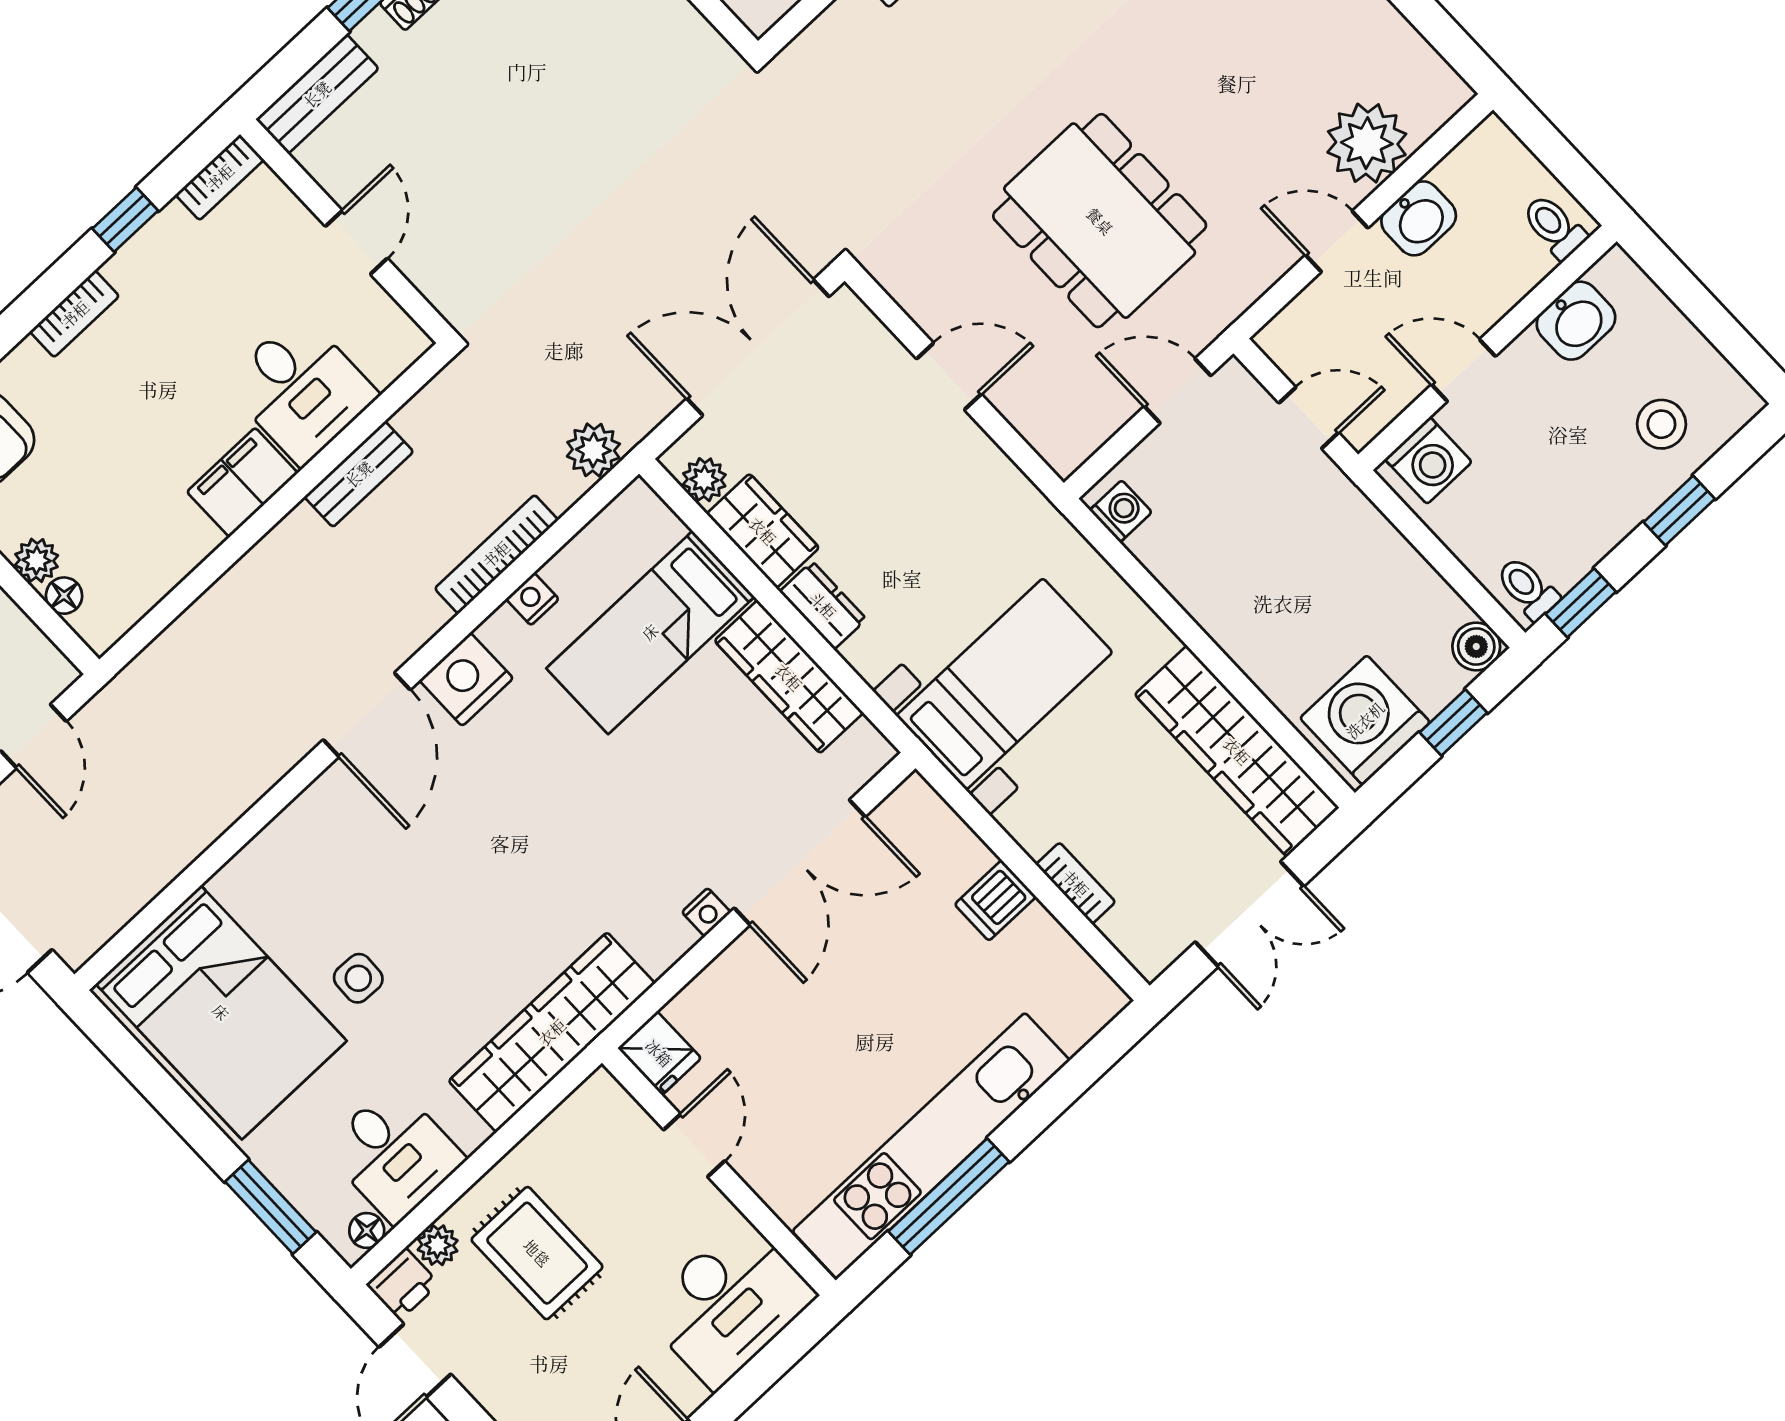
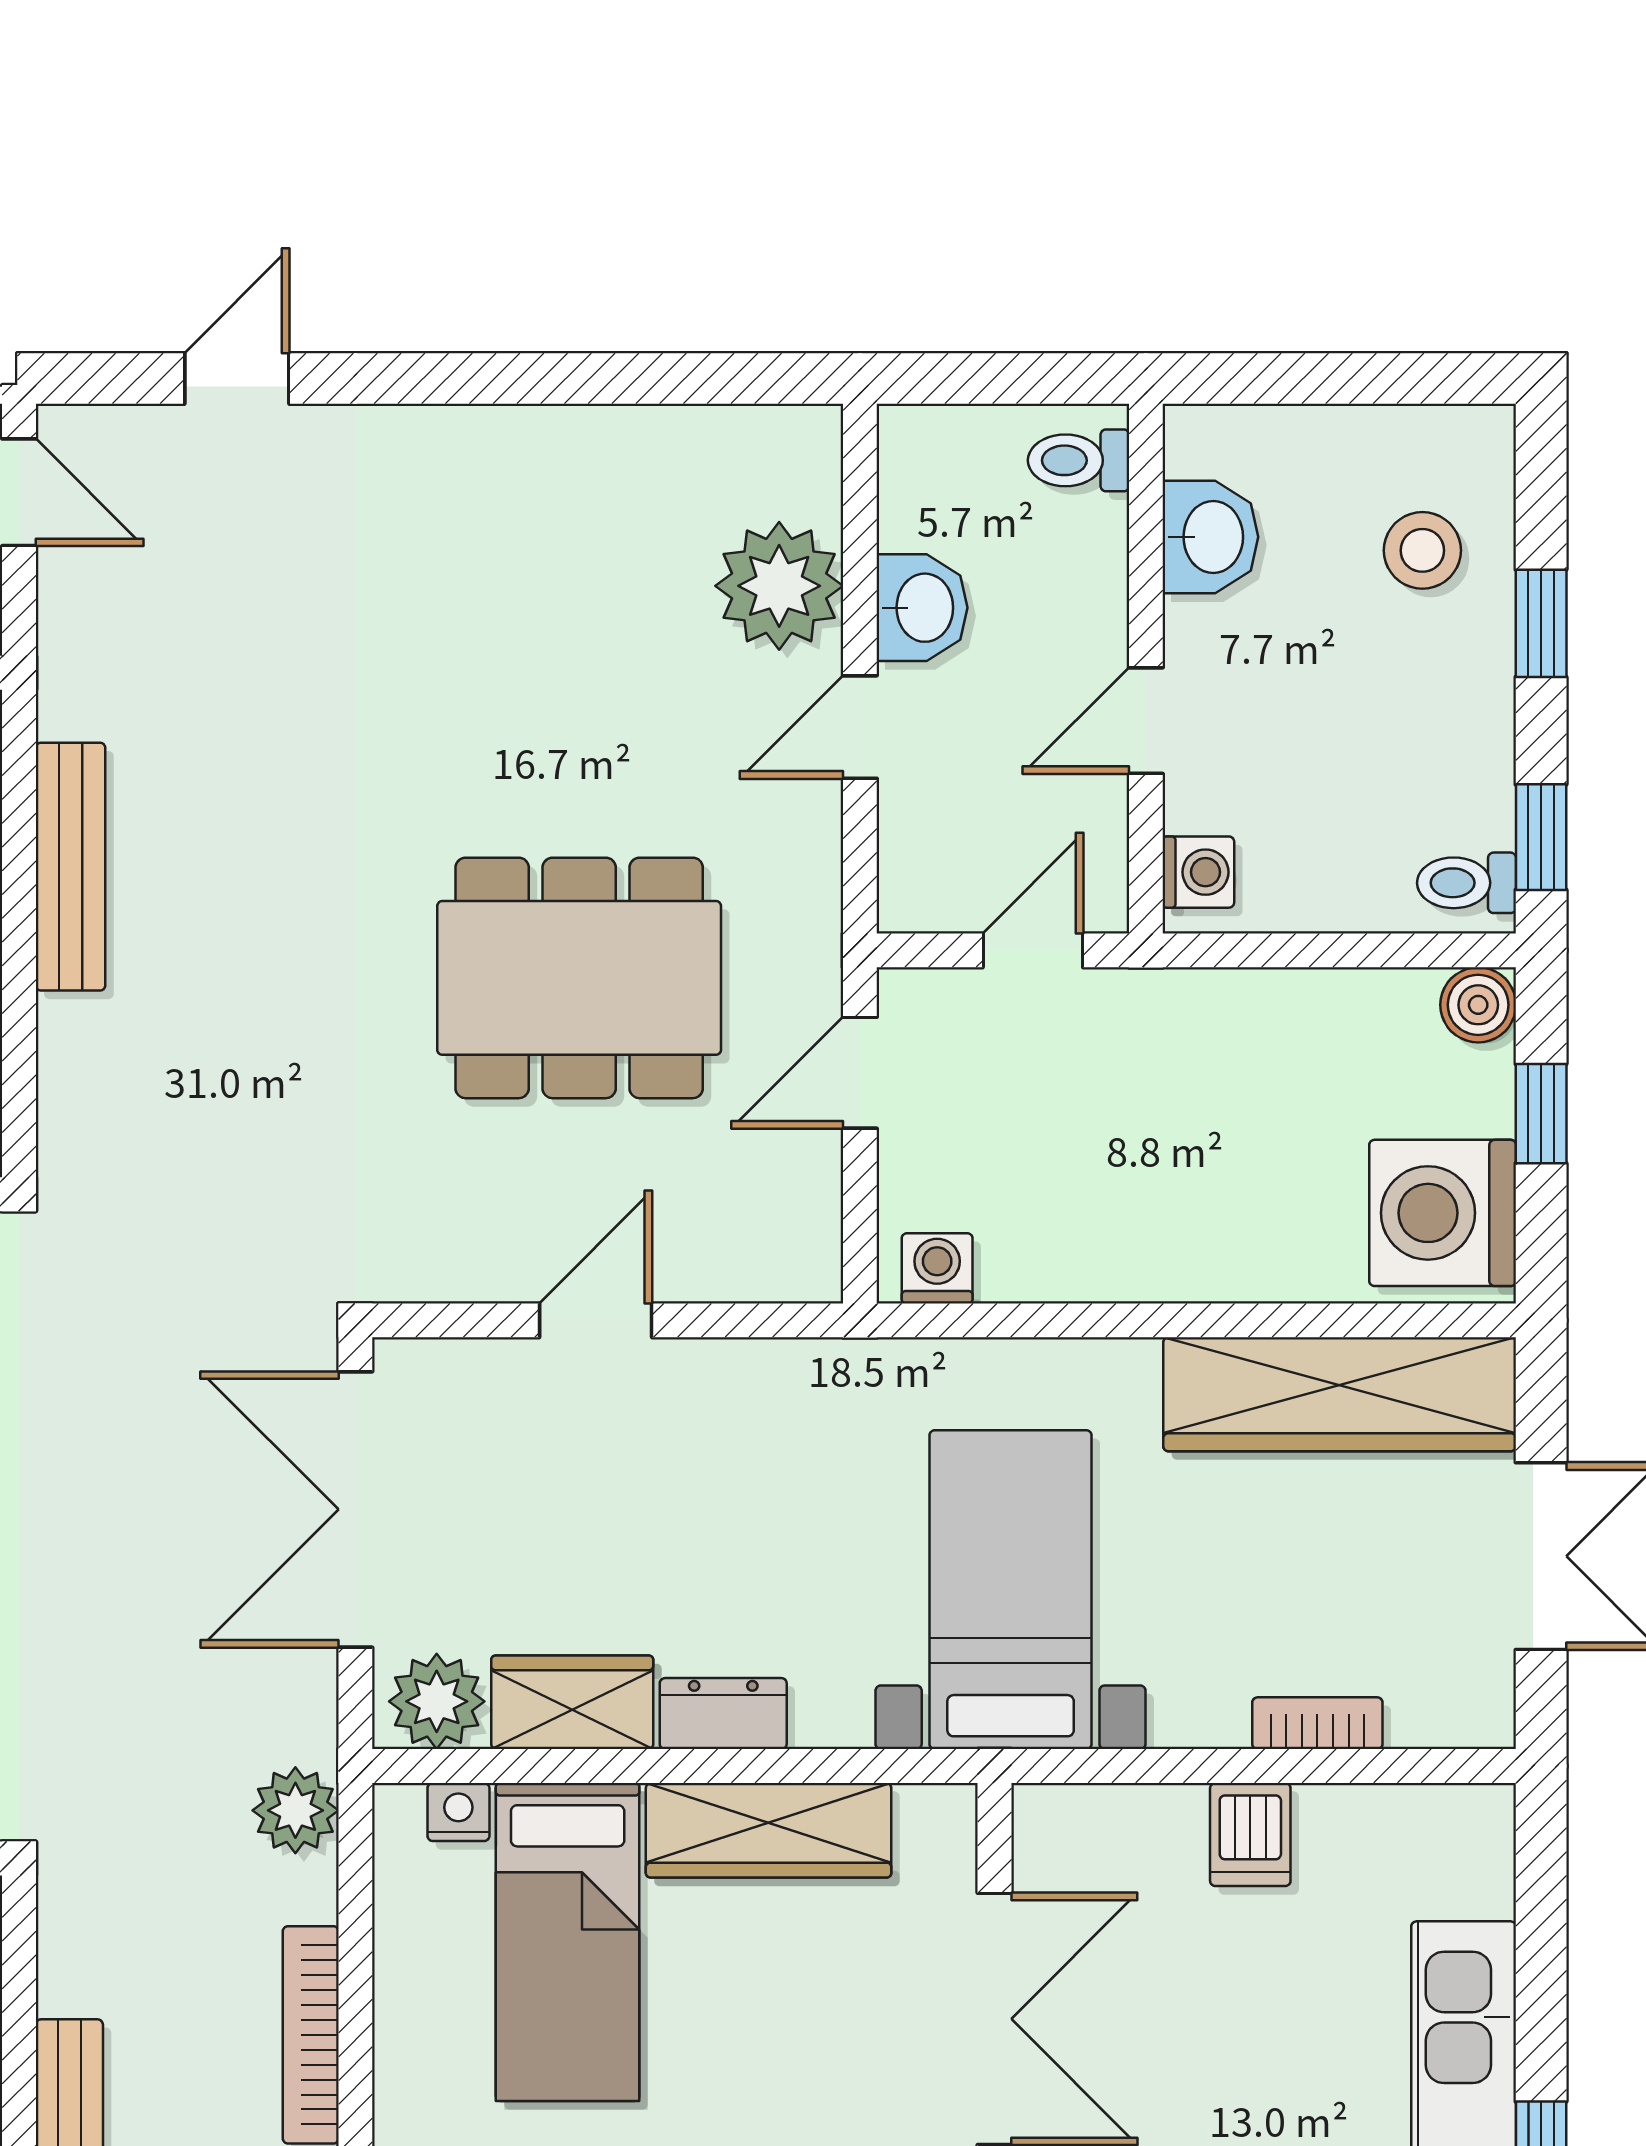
washing machine: (1428, 461) -> (1198, 872), width x0.73, depth x0.73
plant: (704, 480) -> (437, 1701), width x1.38, depth x1.38
nightstand: (532, 599) -> (458, 1812), moved, turned 90

